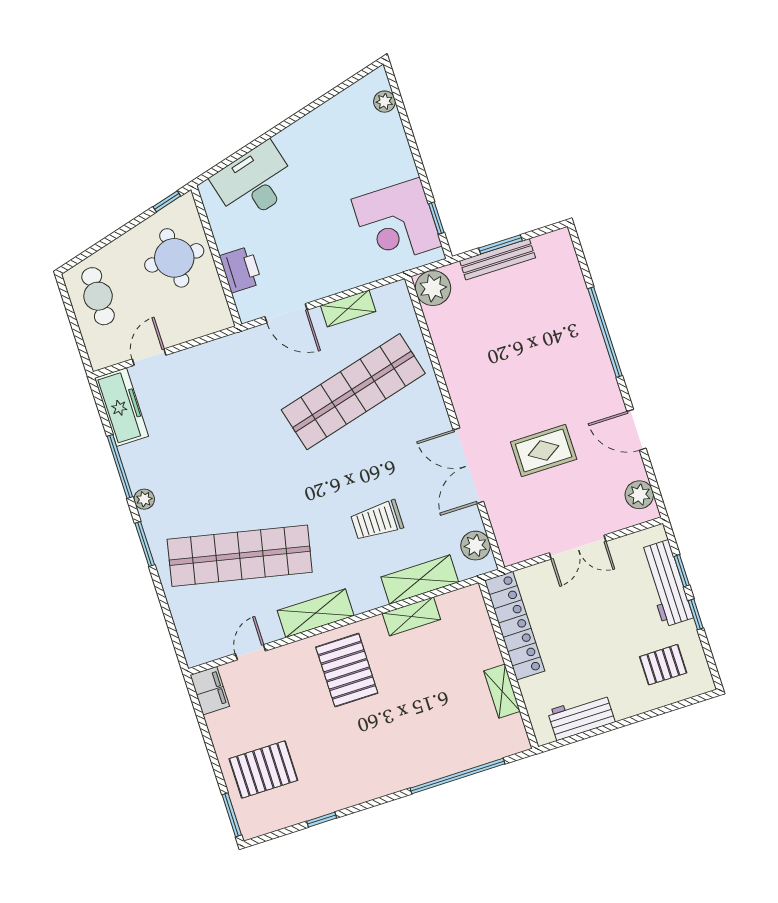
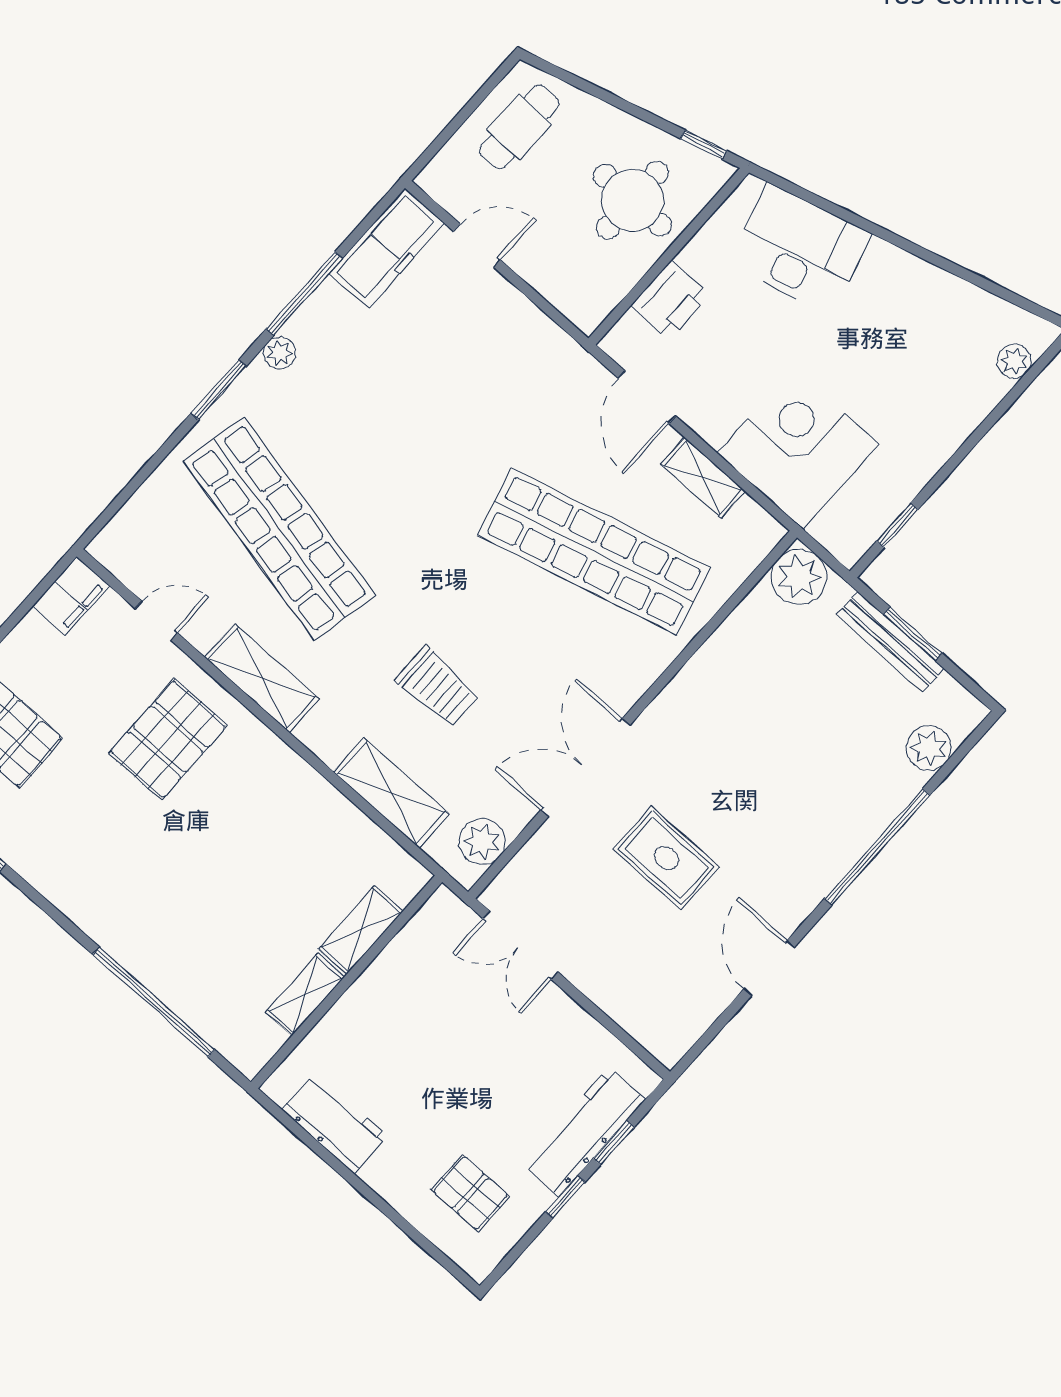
corner desk: (397, 223) -> (798, 449), moved, turned 90
plant: (639, 495) -> (929, 748), moved
trolley: (377, 521) -> (437, 687), turned 180
double door: (578, 547) -> (521, 945), moved
shelving: (411, 616) -> (361, 930), moved, turned 90
locker: (515, 626) -> (405, 959), removed
pallet: (347, 670) -> (168, 739), moved

